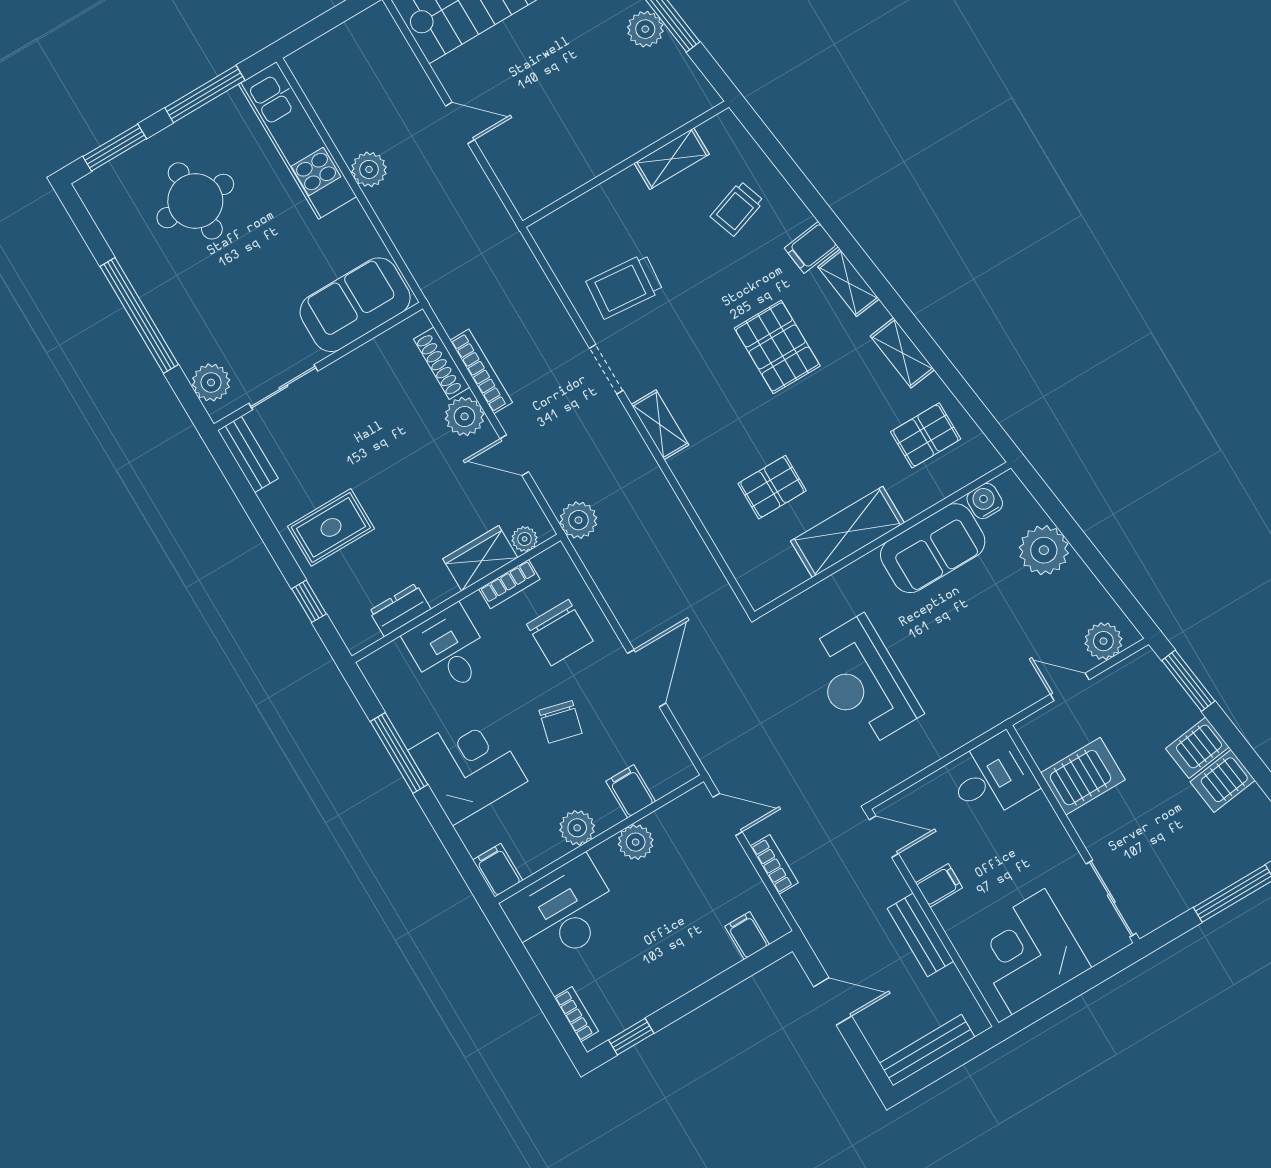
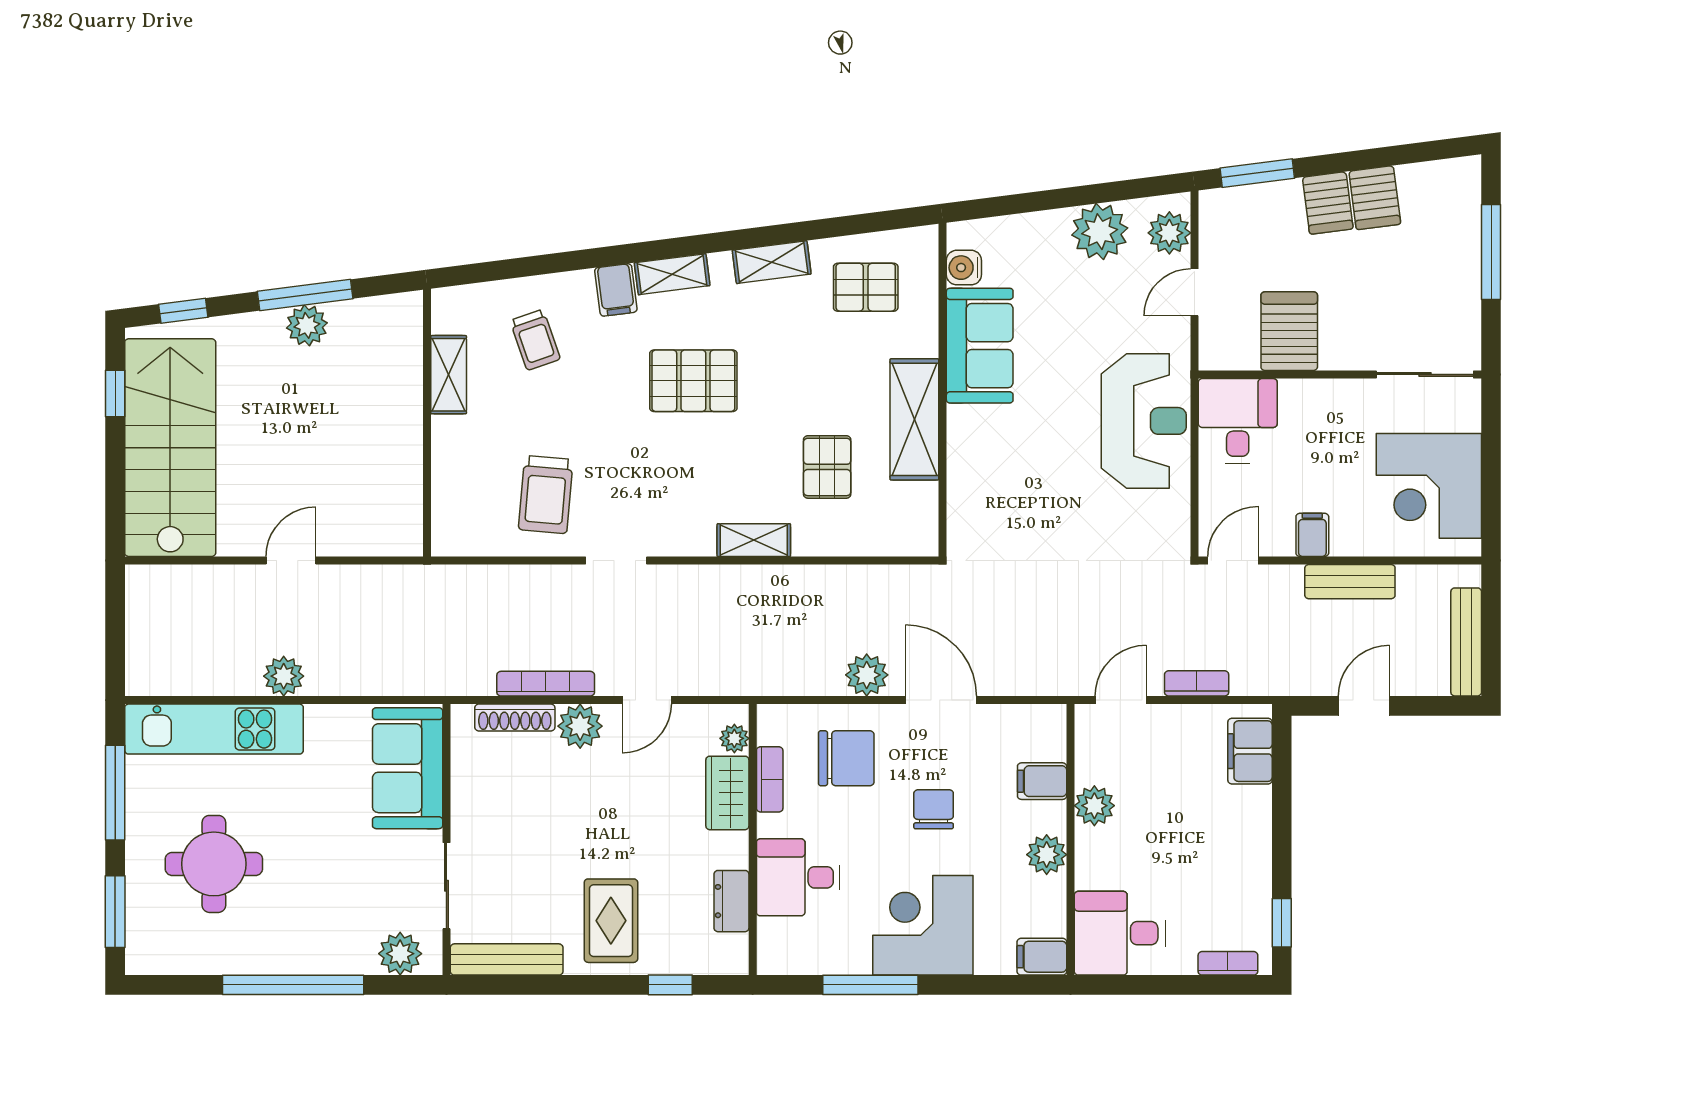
shelving: (660, 425) -> (754, 540), moved
pallet: (926, 435) -> (866, 287), turned 90
bench: (248, 454) -> (507, 959), width x1.36
plant: (578, 520) -> (867, 675), moved
plant: (1044, 550) -> (1100, 232), moved
reception desk: (862, 682) -> (1144, 421), moved, turned -90
chair: (561, 722) -> (934, 809), turned -104
desk: (562, 912) -> (1120, 933), width x0.73
filing cabinet: (747, 935) -> (1250, 751), width x2.00

